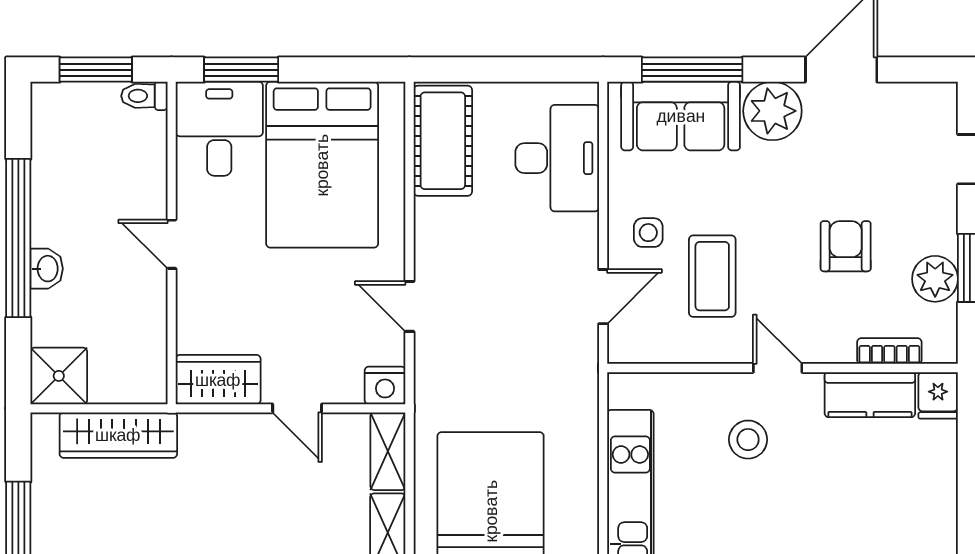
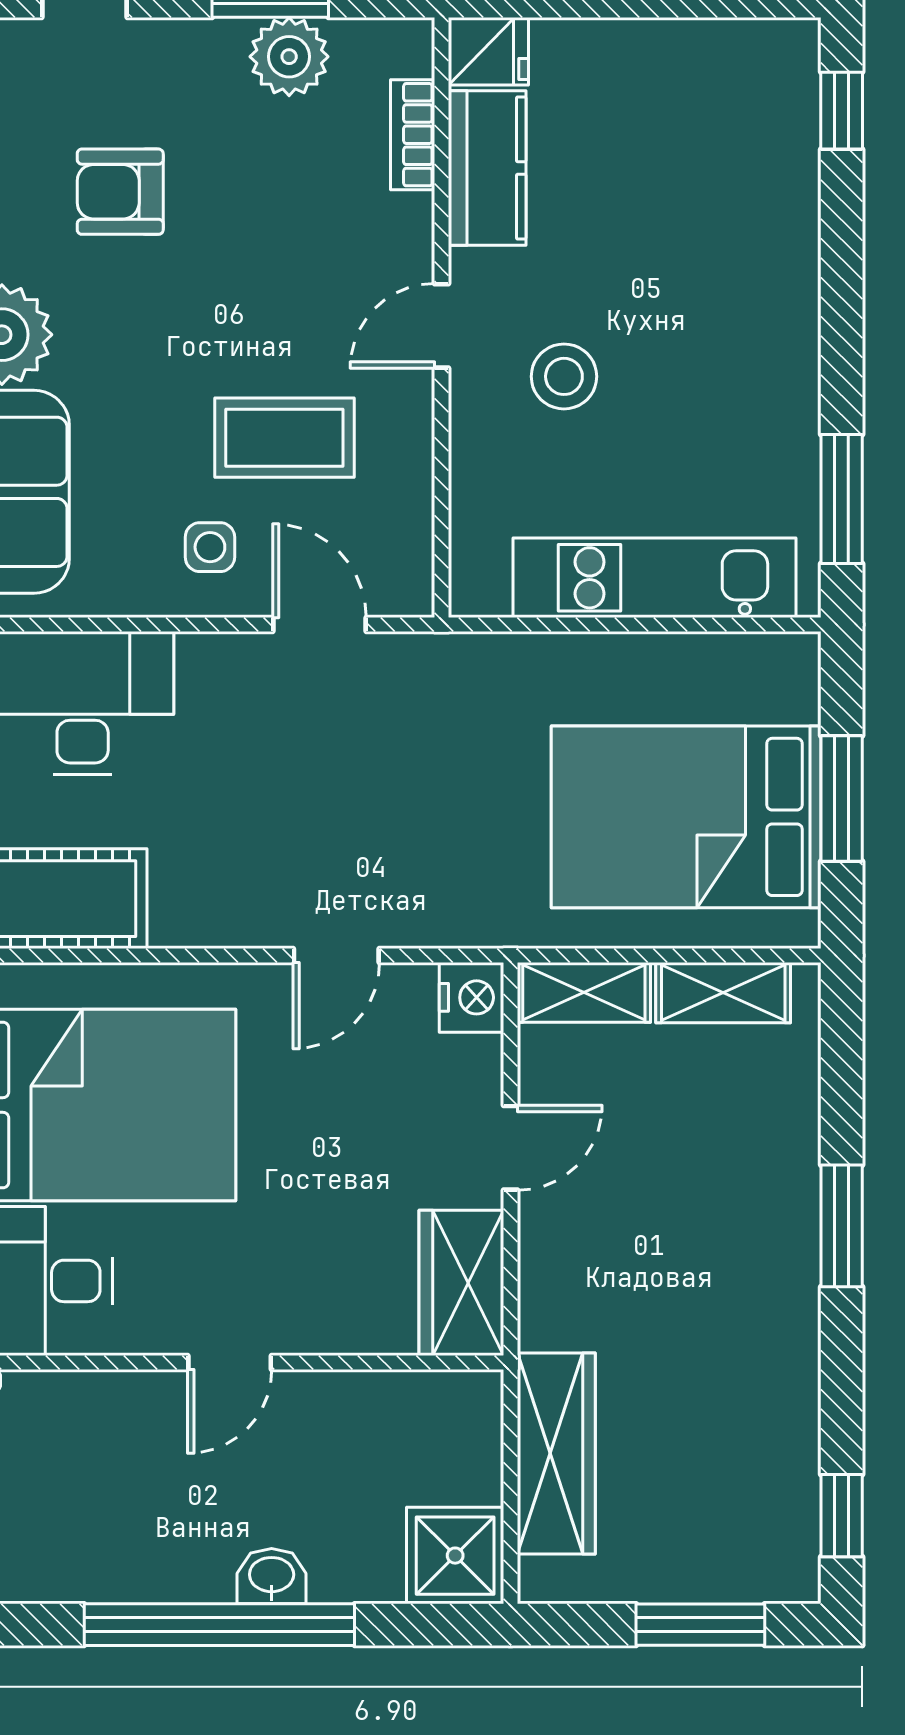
armchair: (846, 246) -> (120, 192), moved

